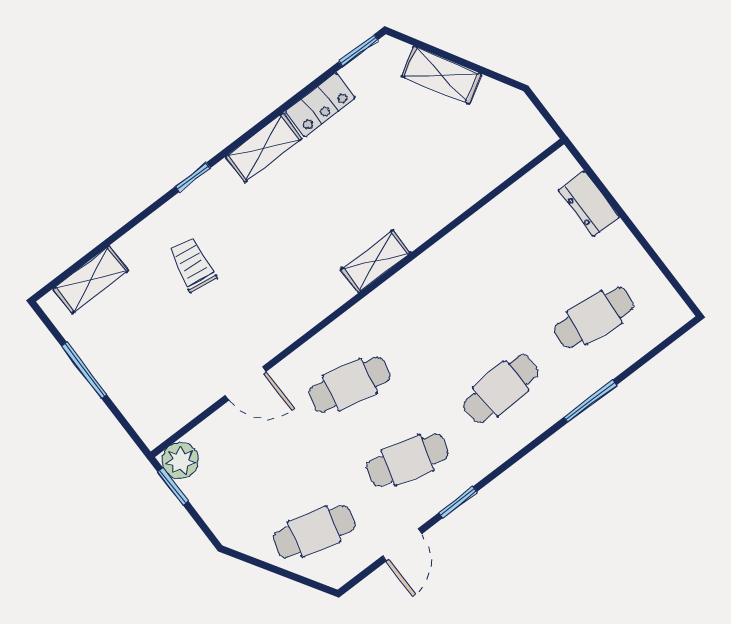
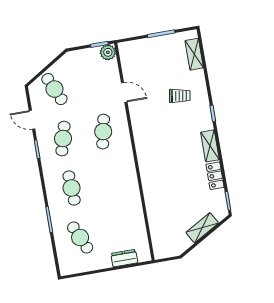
shelving: (376, 261) -> (145, 166), removed
cafe table: (594, 318) -> (80, 238), turned -30
door: (246, 383) -> (124, 92), swing flipped
cafe table: (314, 531) -> (54, 89), turned -39

